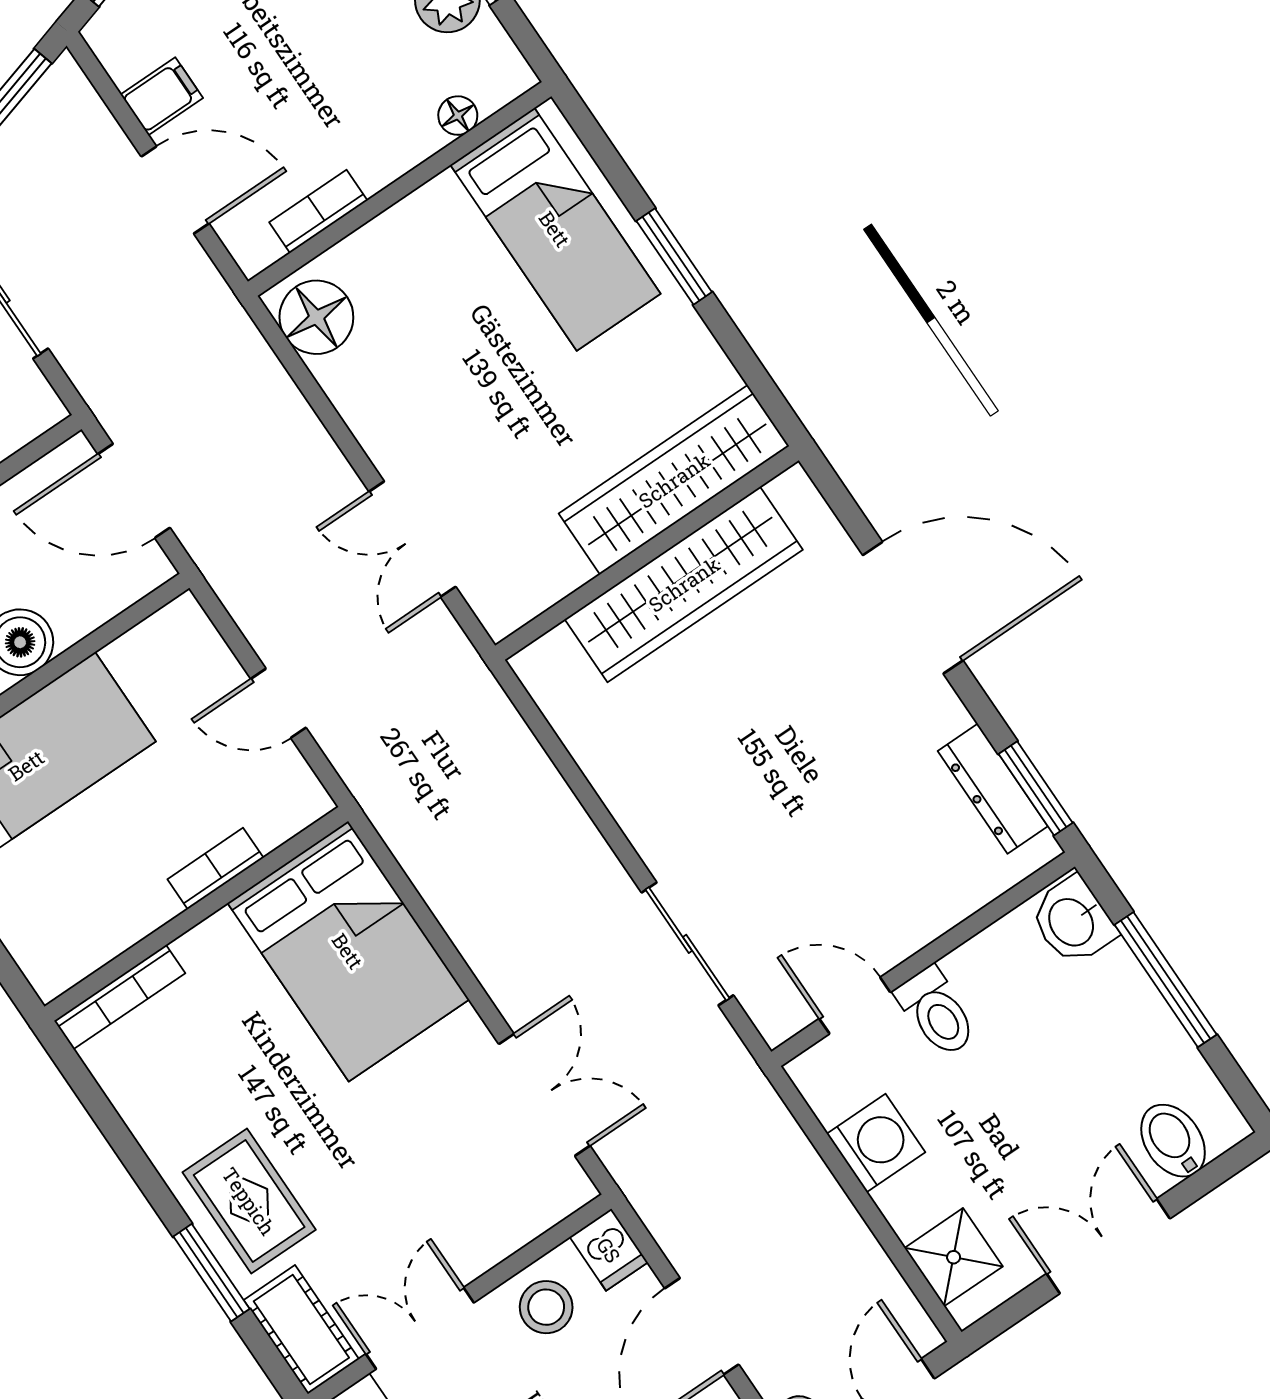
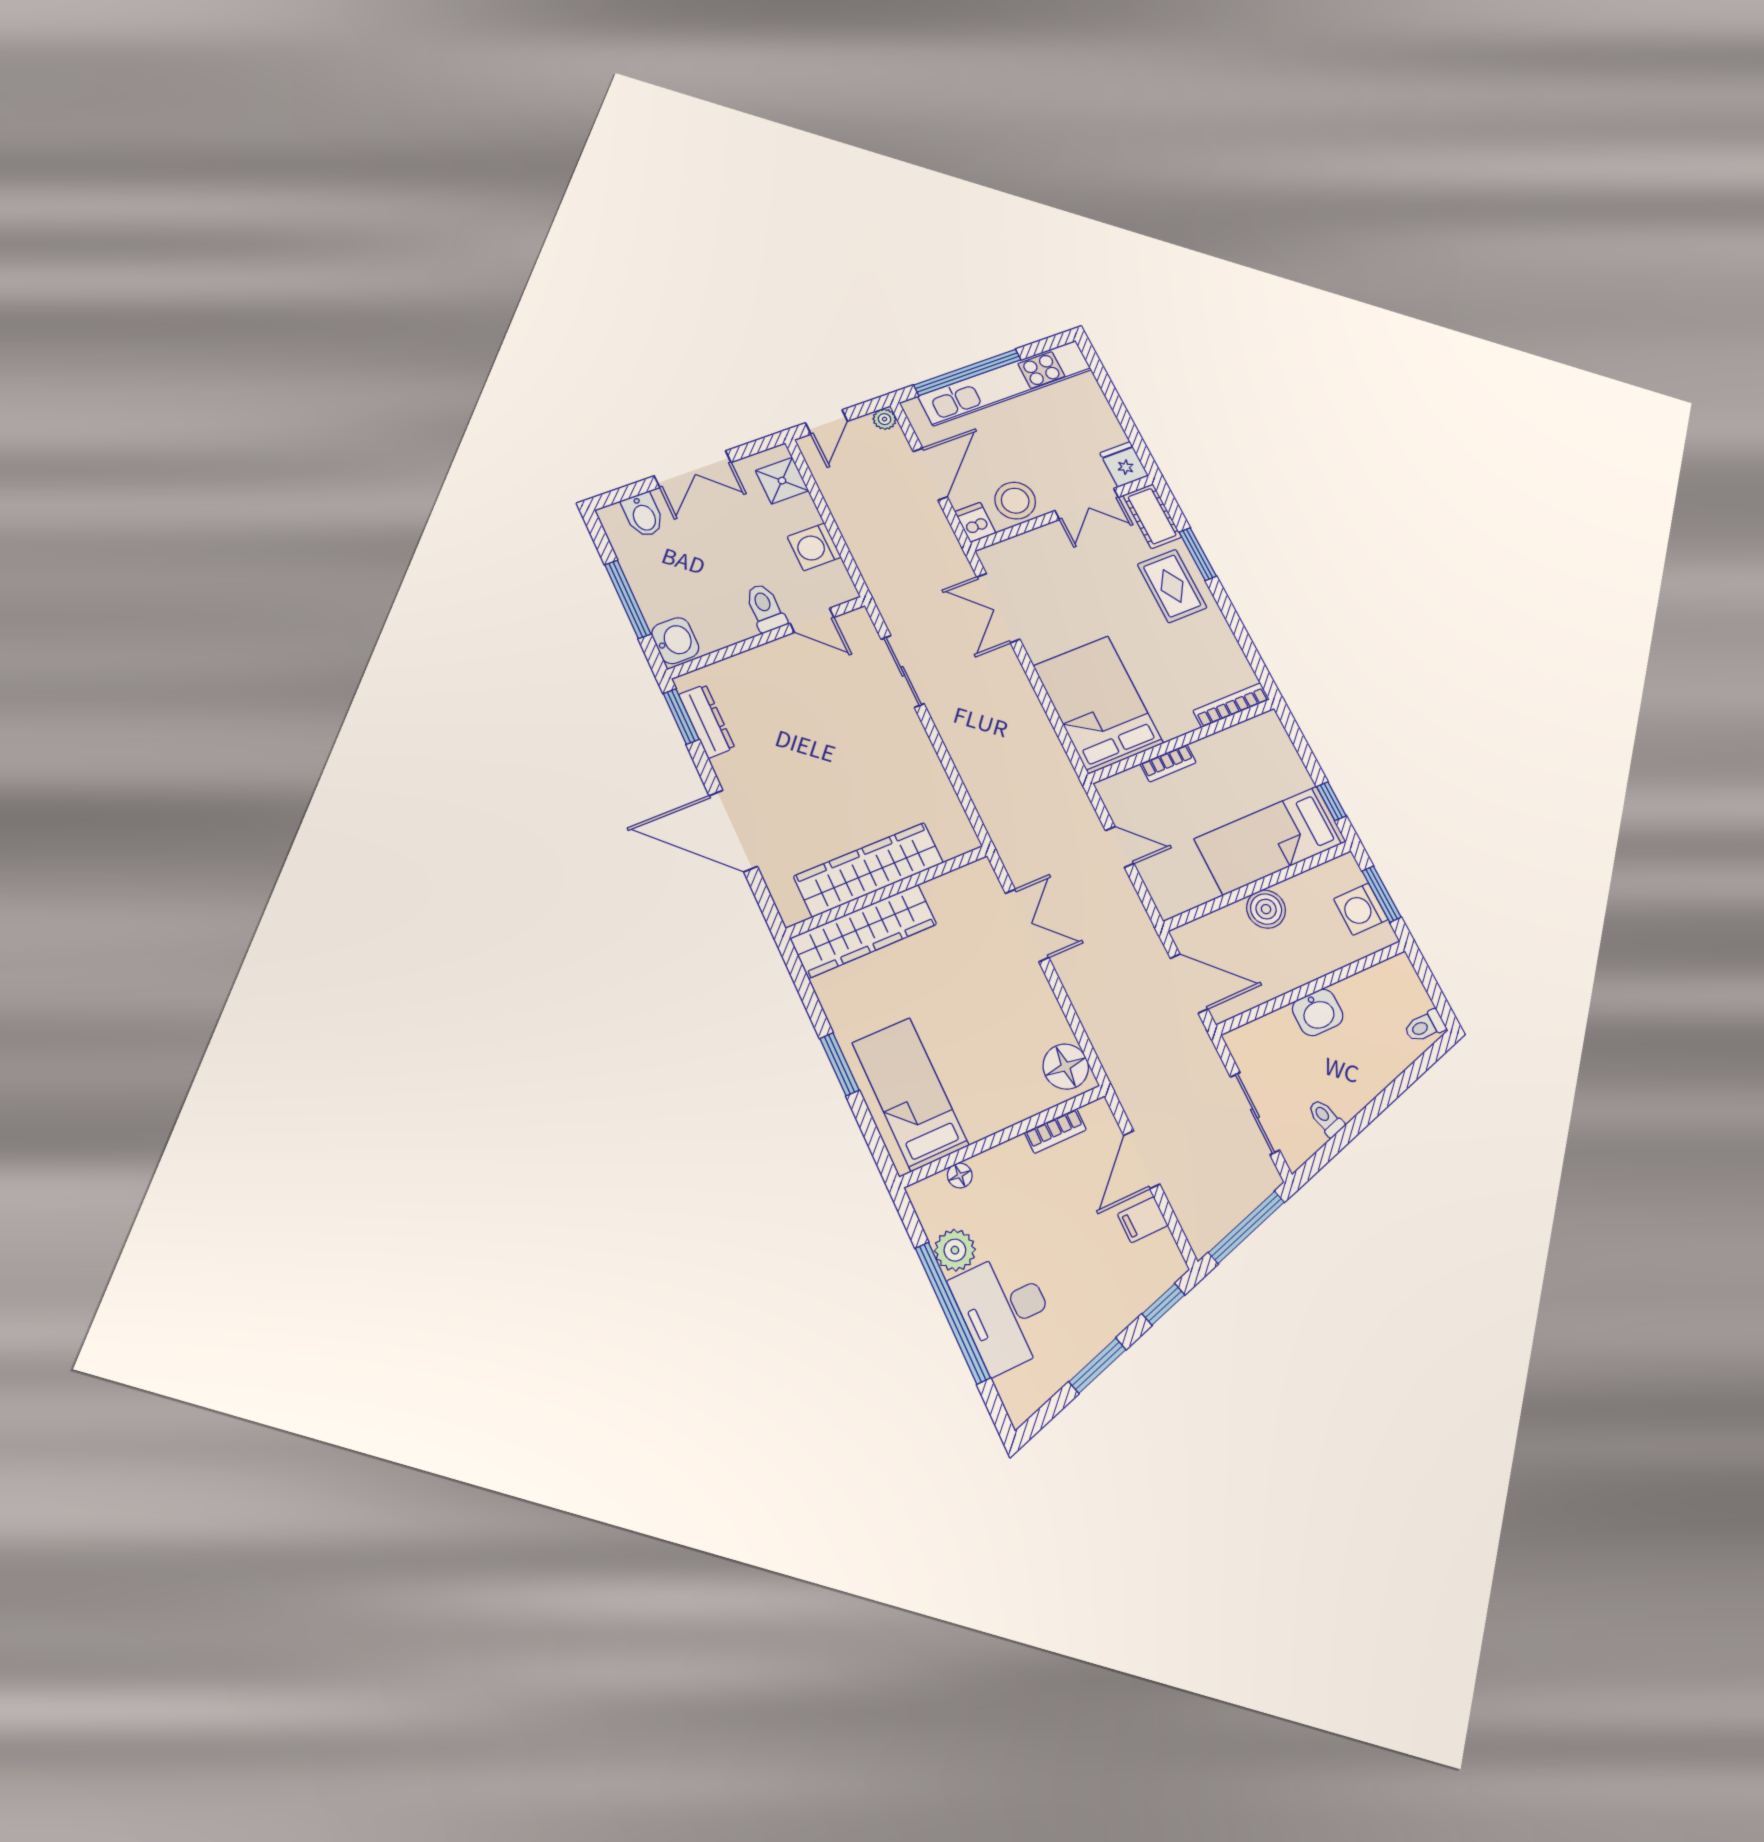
door: (175, 190) -> (1142, 1160), hinge flipped
stool: (546, 1307) -> (1015, 501), width x1.38, depth x1.38

